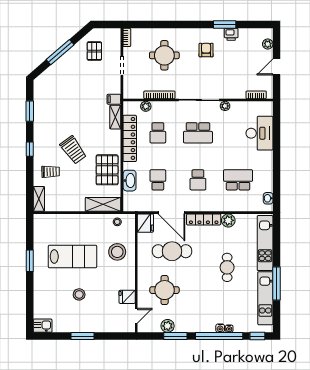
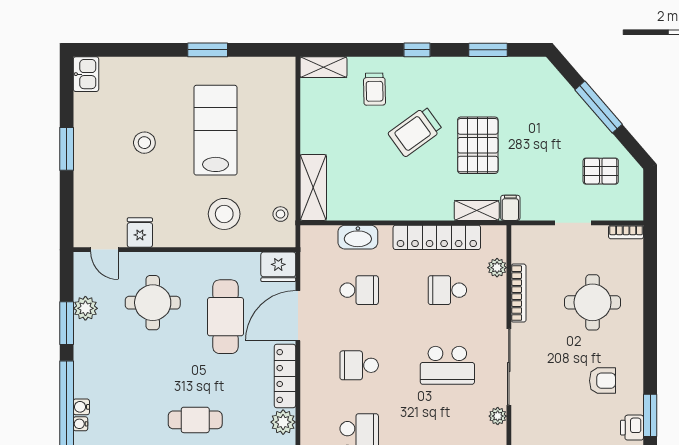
school desk: (198, 133) -> (447, 365), turned -90
pallet: (107, 170) -> (478, 145), moved, turned 90
lab bench: (73, 257) -> (216, 130), turned 180

